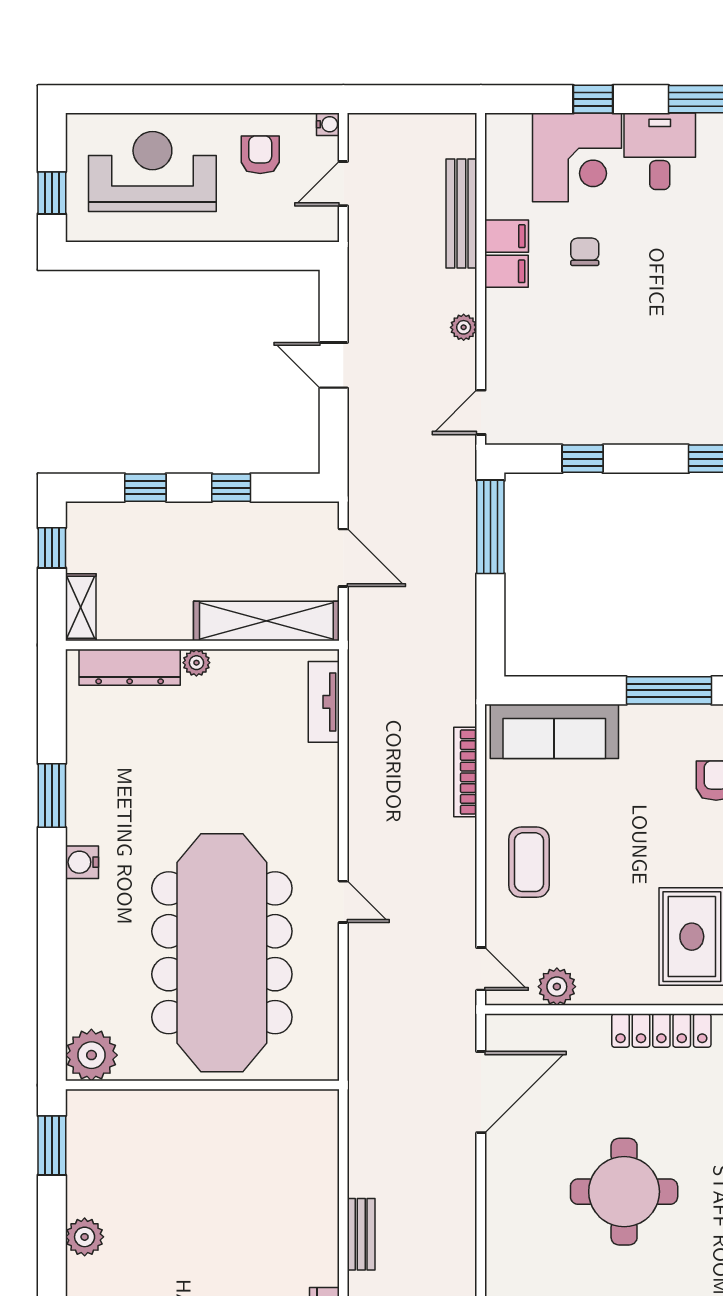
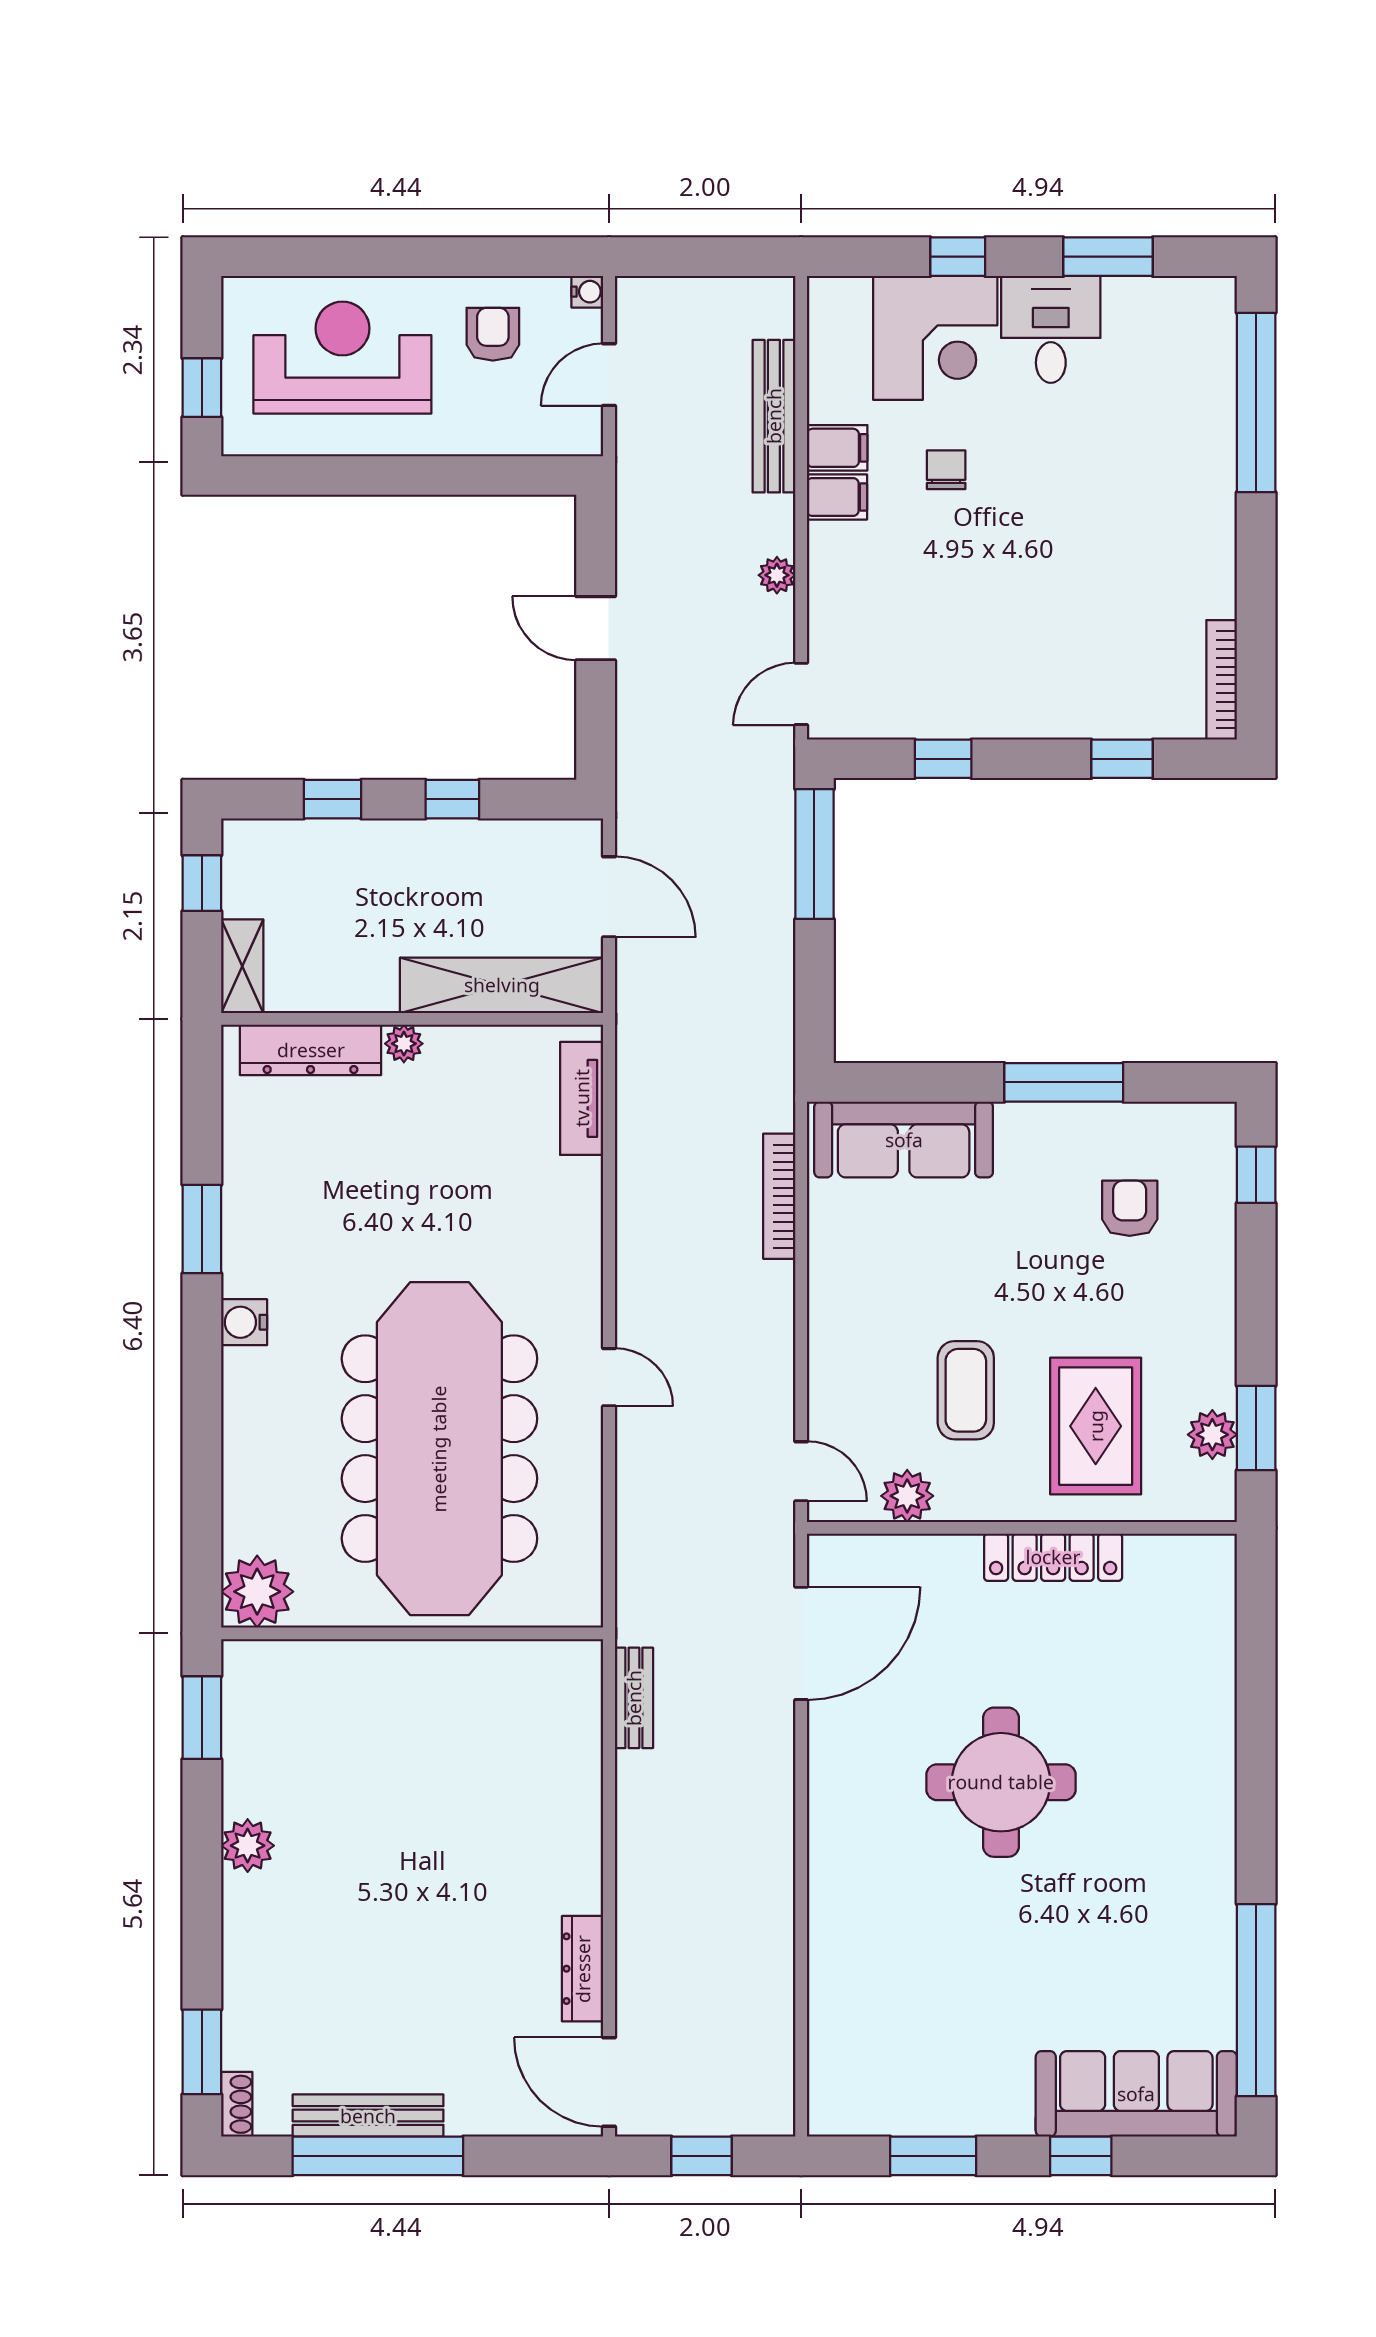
coffee table: (529, 862) -> (966, 1390), moved
bench: (361, 1234) -> (634, 1698), moved

